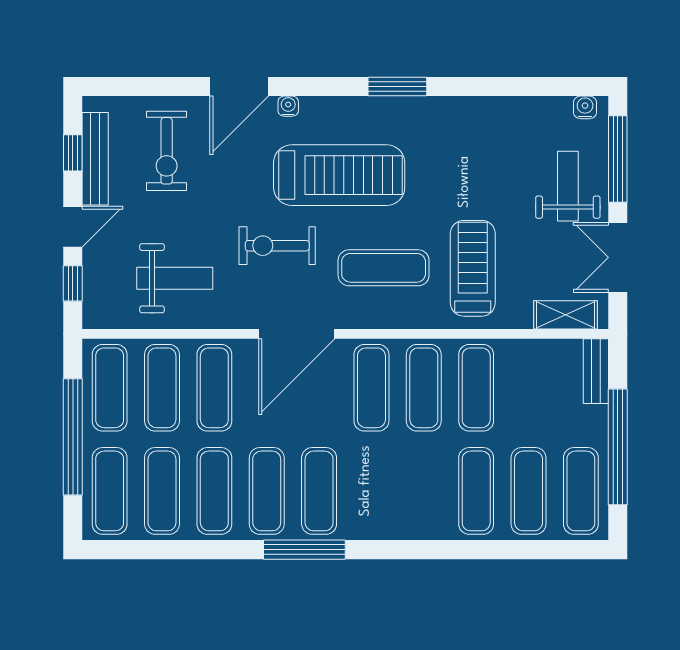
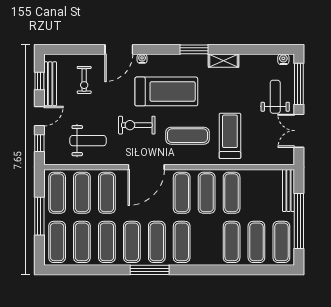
exercise bike: (167, 151) -> (84, 80), width x0.73, depth x0.72
shelving: (566, 315) -> (224, 61), moved
bench: (596, 371) -> (289, 190), width x1.36
window: (73, 437) -> (39, 216), width x0.68
exercise mat: (371, 491) -> (182, 242), added

